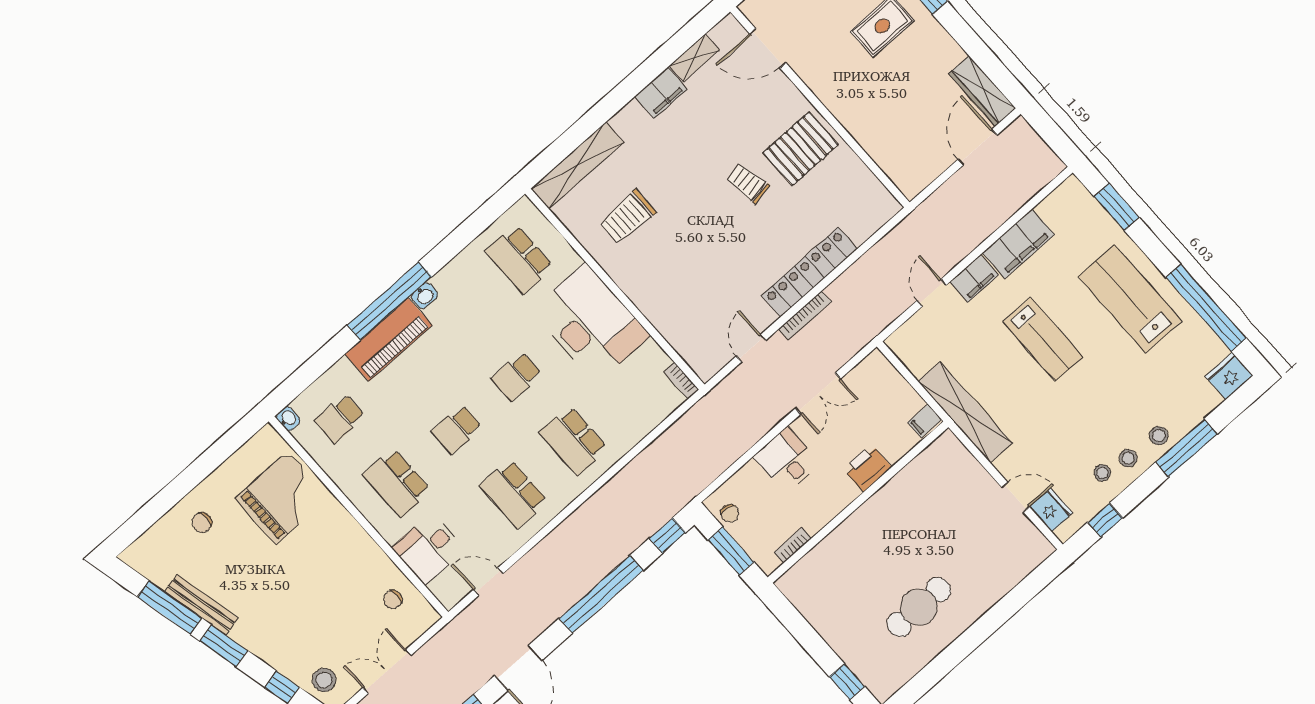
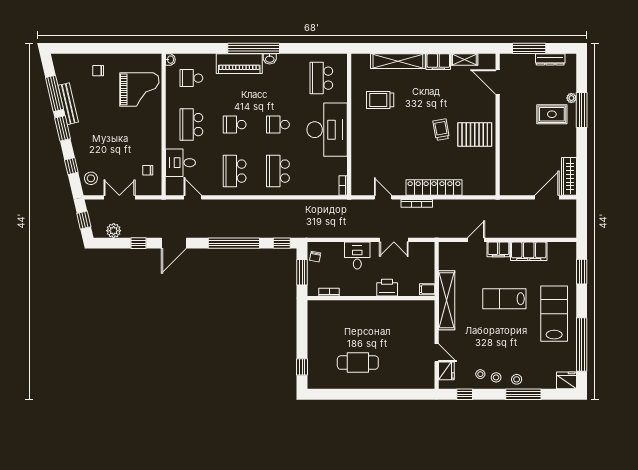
shelving: (577, 166) -> (398, 61), moved
lab bench: (1043, 339) -> (504, 299), turned 90
door: (751, 348) -> (383, 197), hinge flipped

